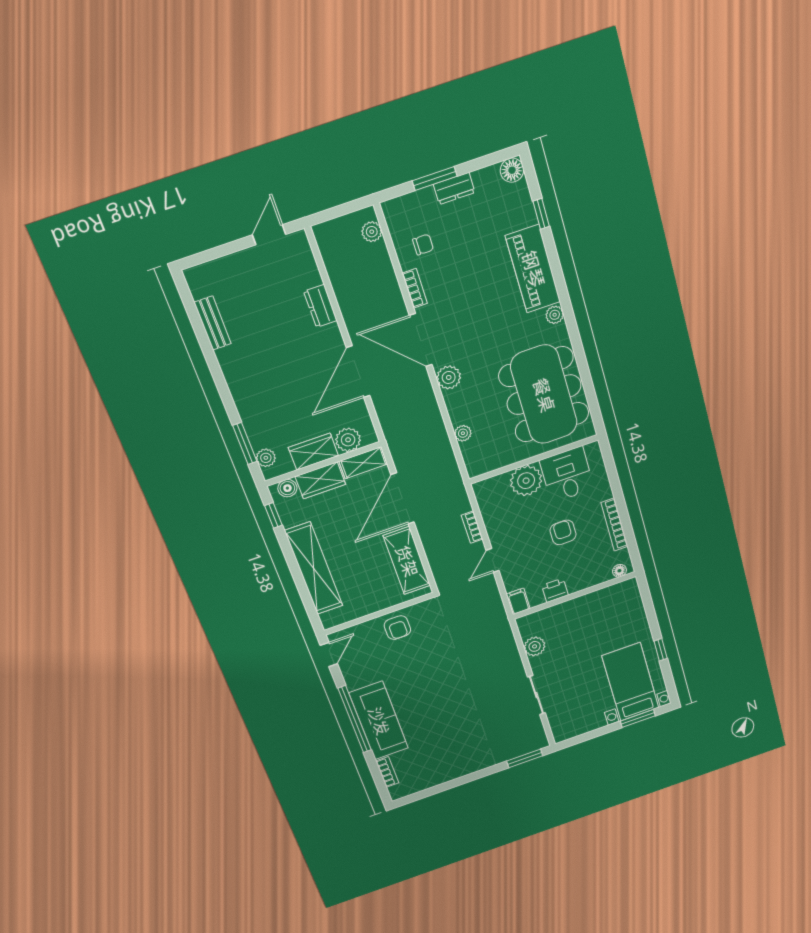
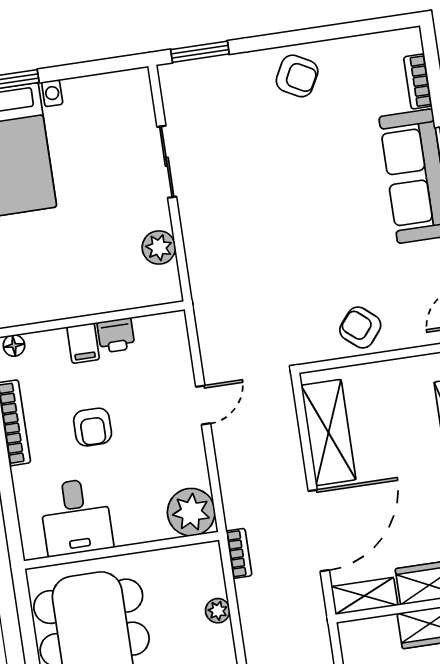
plant: (348, 440) -> (380, 634), removed
plant: (526, 481) -> (191, 512), moved
bookcase: (472, 527) -> (239, 553), moved
filing cabinet: (518, 601) -> (83, 343), moved
armchair: (397, 628) -> (360, 327), turned -50
armchair: (463, 759) -> (297, 76), added

